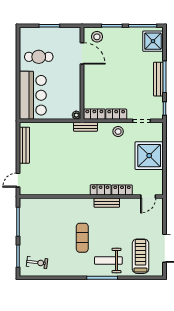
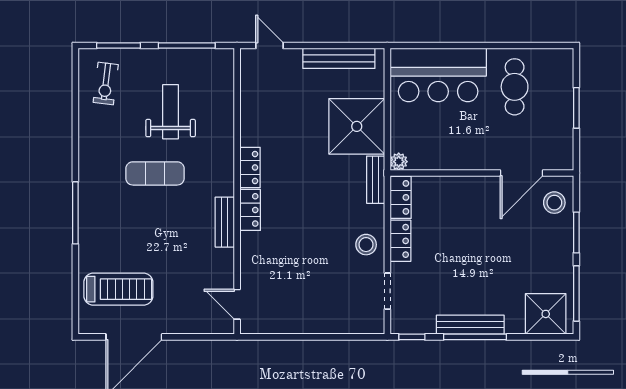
shower: (149, 156) -> (357, 126), moved
locker: (122, 190) -> (250, 167), moved
weight bench: (108, 261) -> (171, 112), moved

